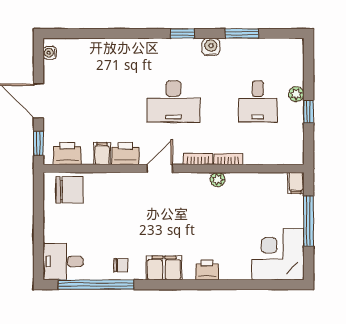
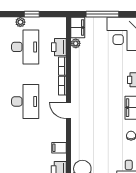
desk: (258, 101) -> (25, 47), width x1.37
printer: (125, 154) -> (59, 47), moved
plant: (218, 180) -> (76, 43), moved
filing cabinet: (296, 183) -> (78, 27), width x2.00

